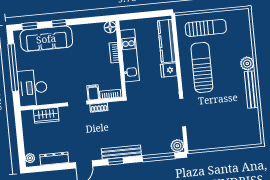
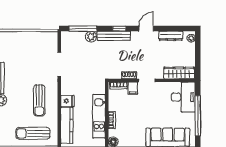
sun lounger: (202, 67) -> (39, 100), width x0.73, depth x0.75
wardrobe: (46, 115) -> (179, 73), width x1.50
plant: (177, 146) -> (91, 37), moved

